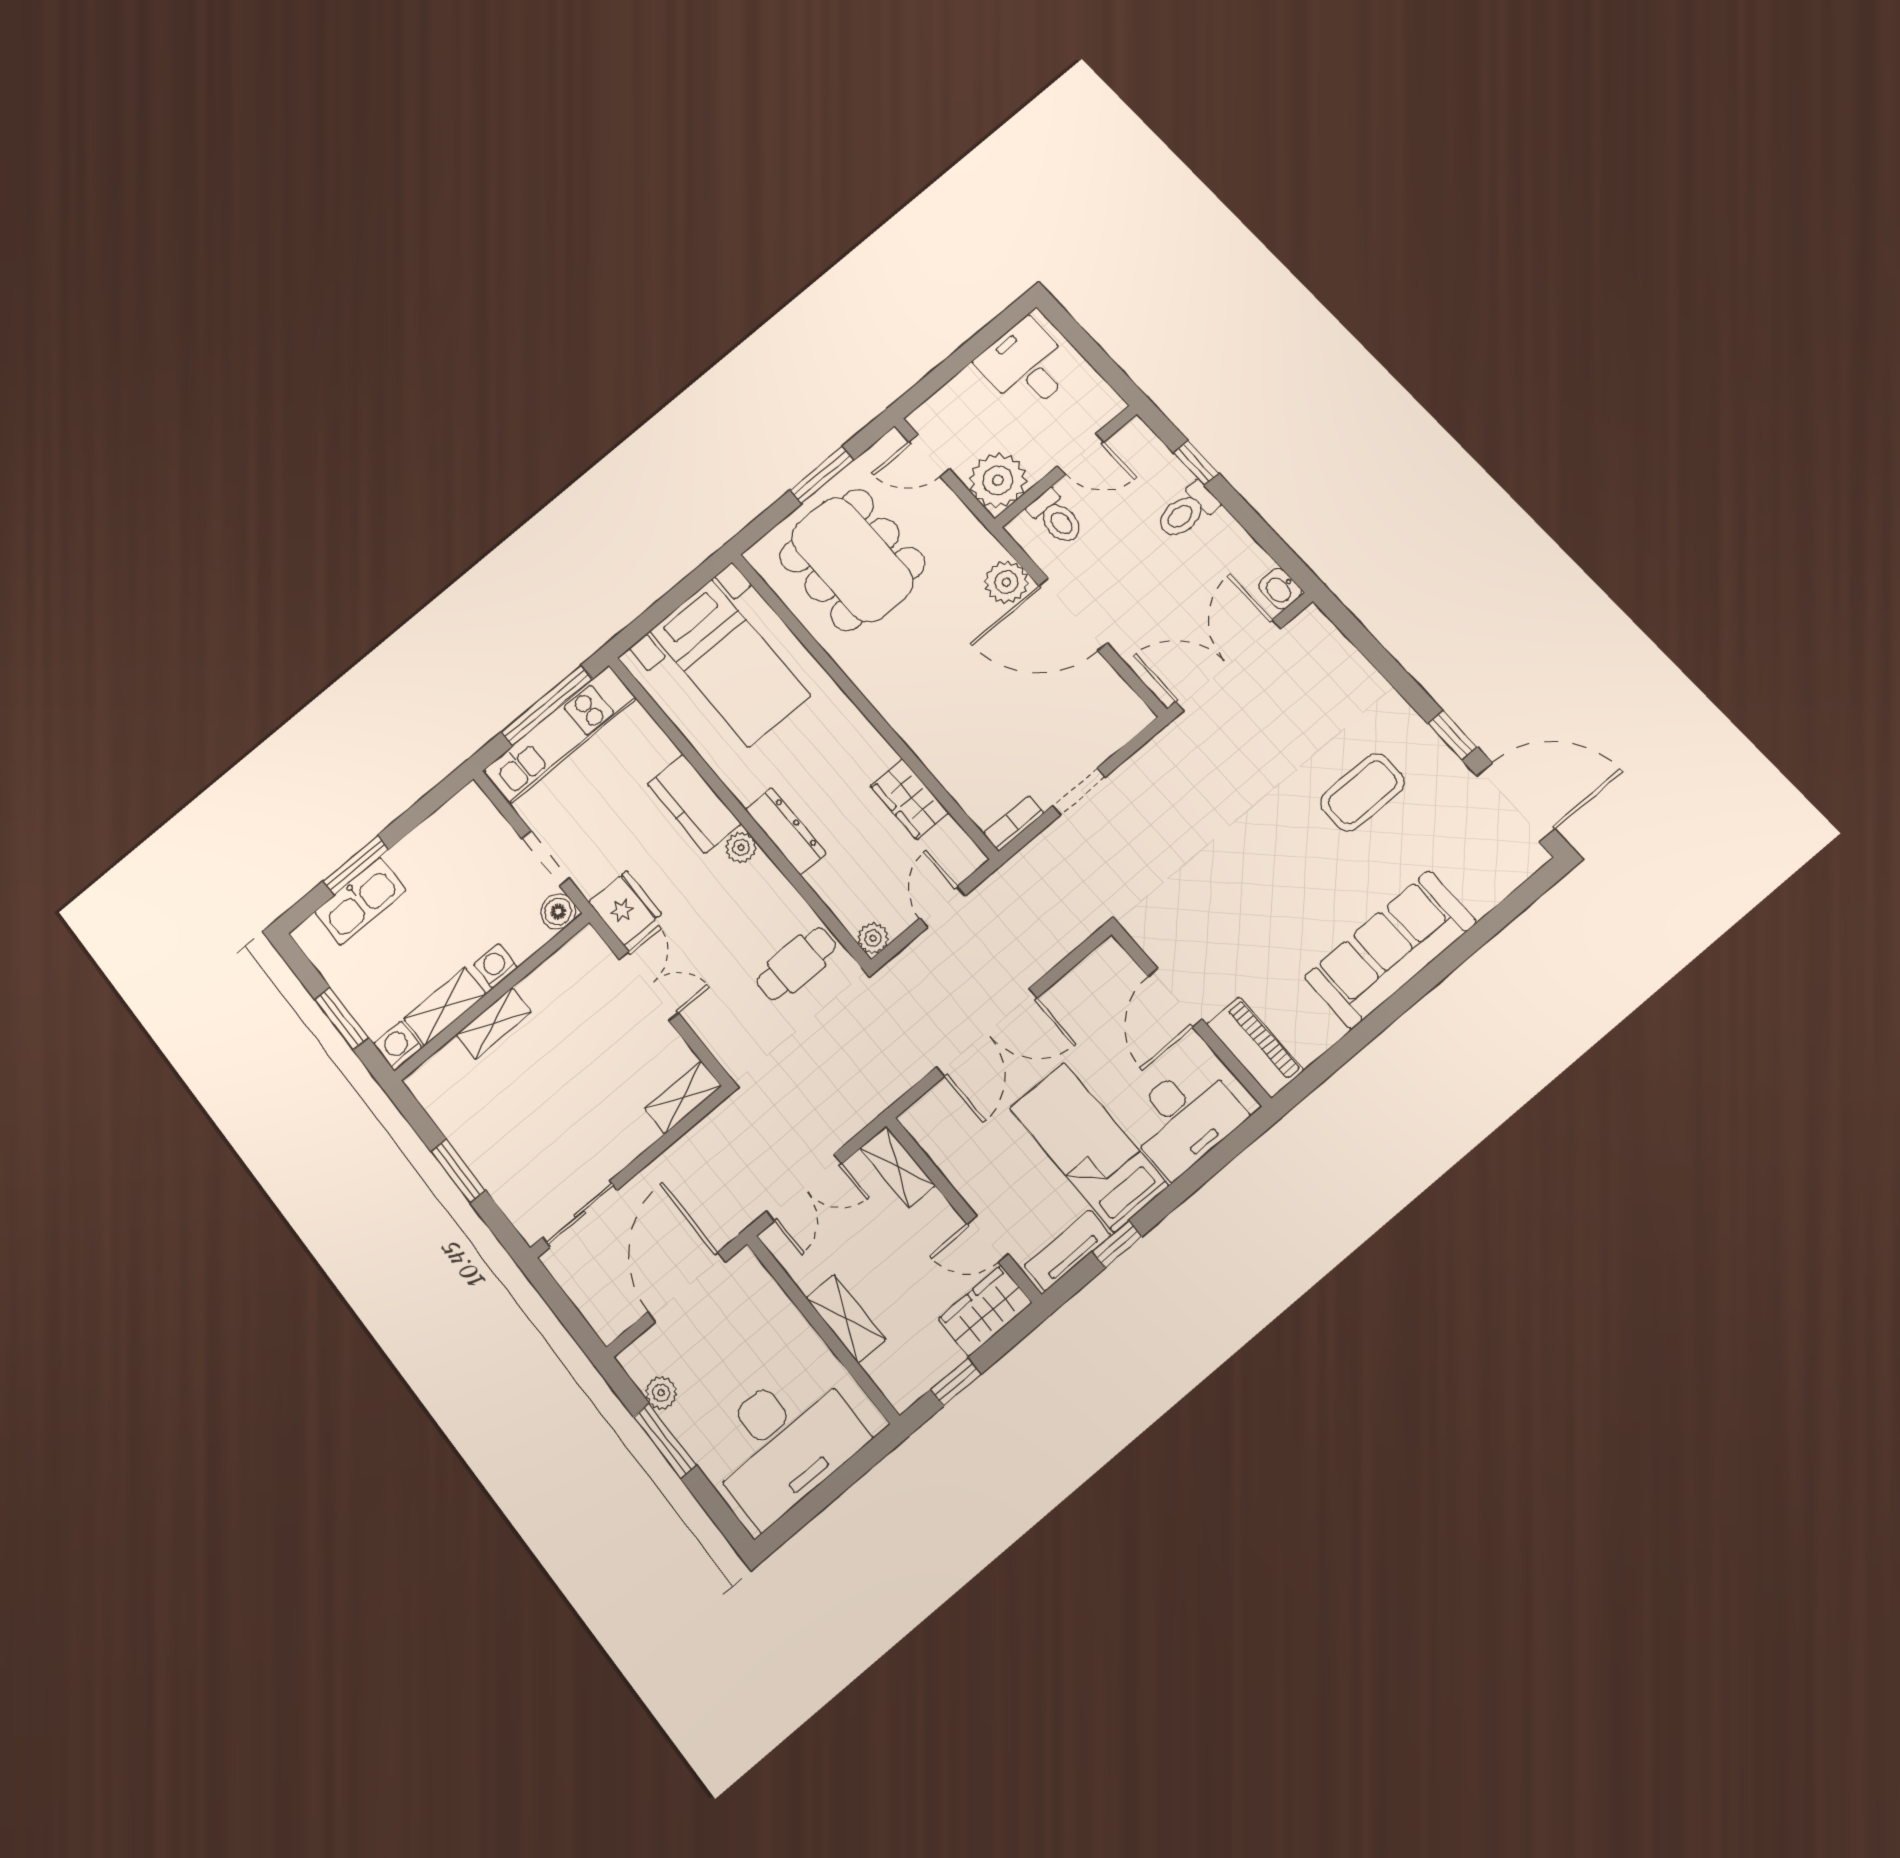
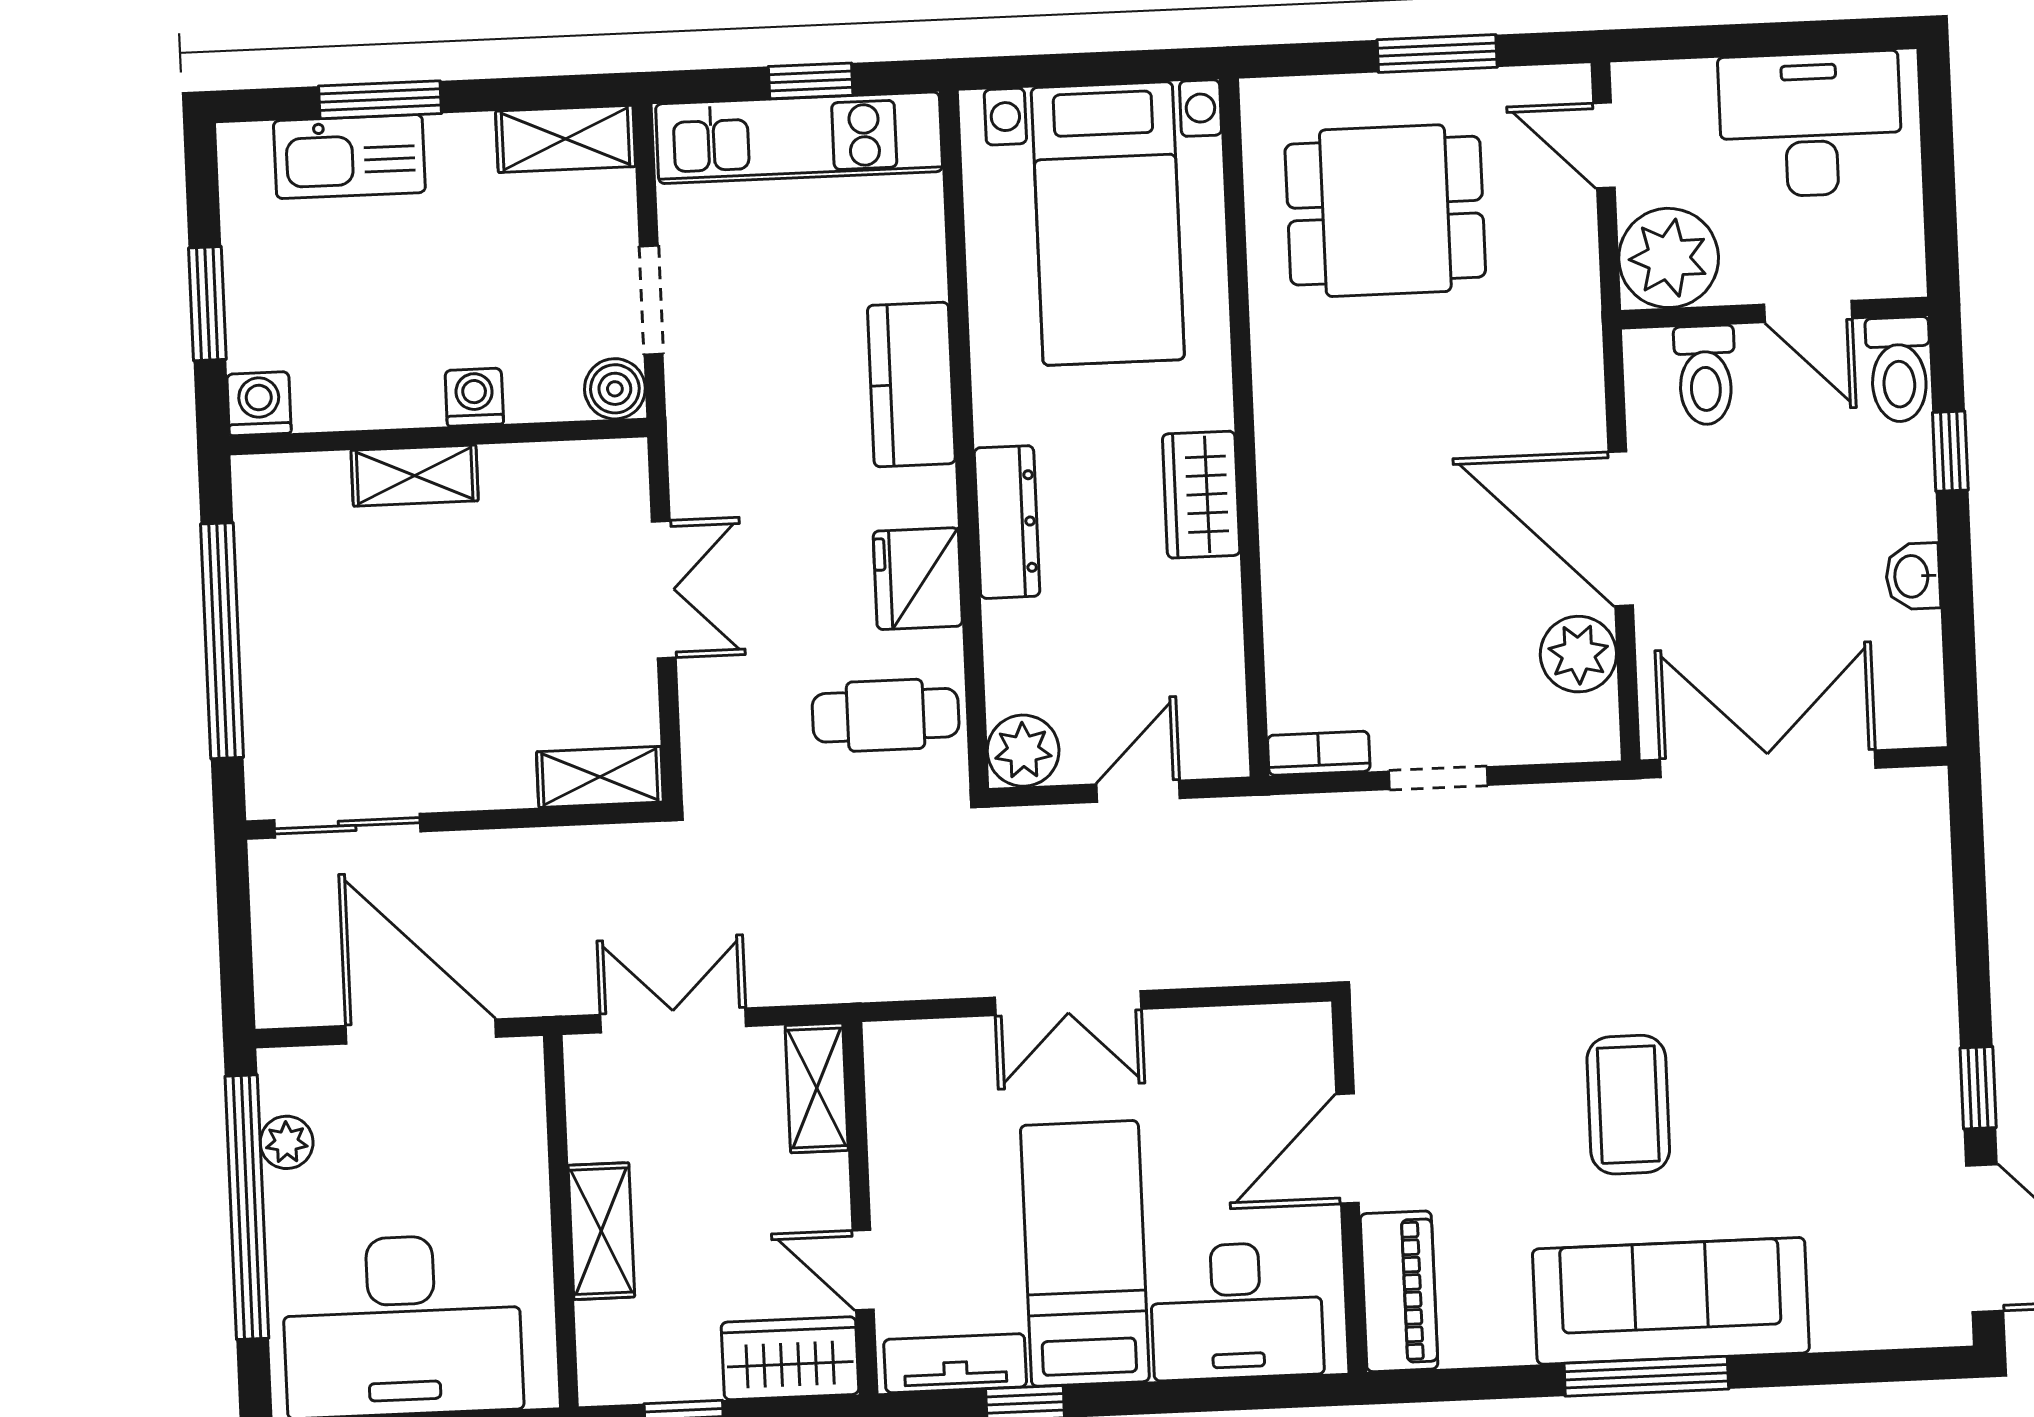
desk: (1026, 366) -> (1810, 124), width x1.37
toilet: (1187, 511) -> (1899, 370), moved, turned -90
dining table: (852, 560) -> (1385, 211), width x0.73
plant: (1006, 582) -> (1578, 654), moved
washbasin: (1280, 589) -> (1913, 576), moved
window: (547, 705) -> (811, 81), width x0.46
coffee table: (1362, 792) -> (1628, 1105), moved, turned 90
wardrobe: (909, 799) -> (1201, 495), moved
plant: (741, 847) -> (930, 497), removed
fridge: (625, 908) -> (918, 579), moved, turned 180
plant: (873, 938) -> (1023, 751), width x1.38, depth x1.38
window: (1408, 995) -> (1646, 1376), added
shelving: (445, 1006) -> (566, 139), moved
double door: (987, 1032) -> (1068, 1003), width x0.73
window: (458, 1171) -> (222, 641), width x2.11
double door: (804, 1187) -> (673, 1020), swing flipped
door: (687, 1287) -> (421, 1031), hinge flipped
window: (665, 1441) -> (247, 1207), width x2.11

